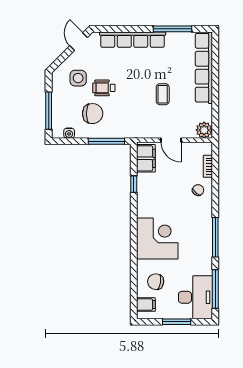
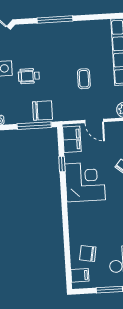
window: (173, 29) -> (55, 19), moved
row of seats: (133, 40) -> (53, 30), removed
chair: (93, 114) -> (42, 111), moved
corner desk: (157, 239) -> (85, 182), moved

